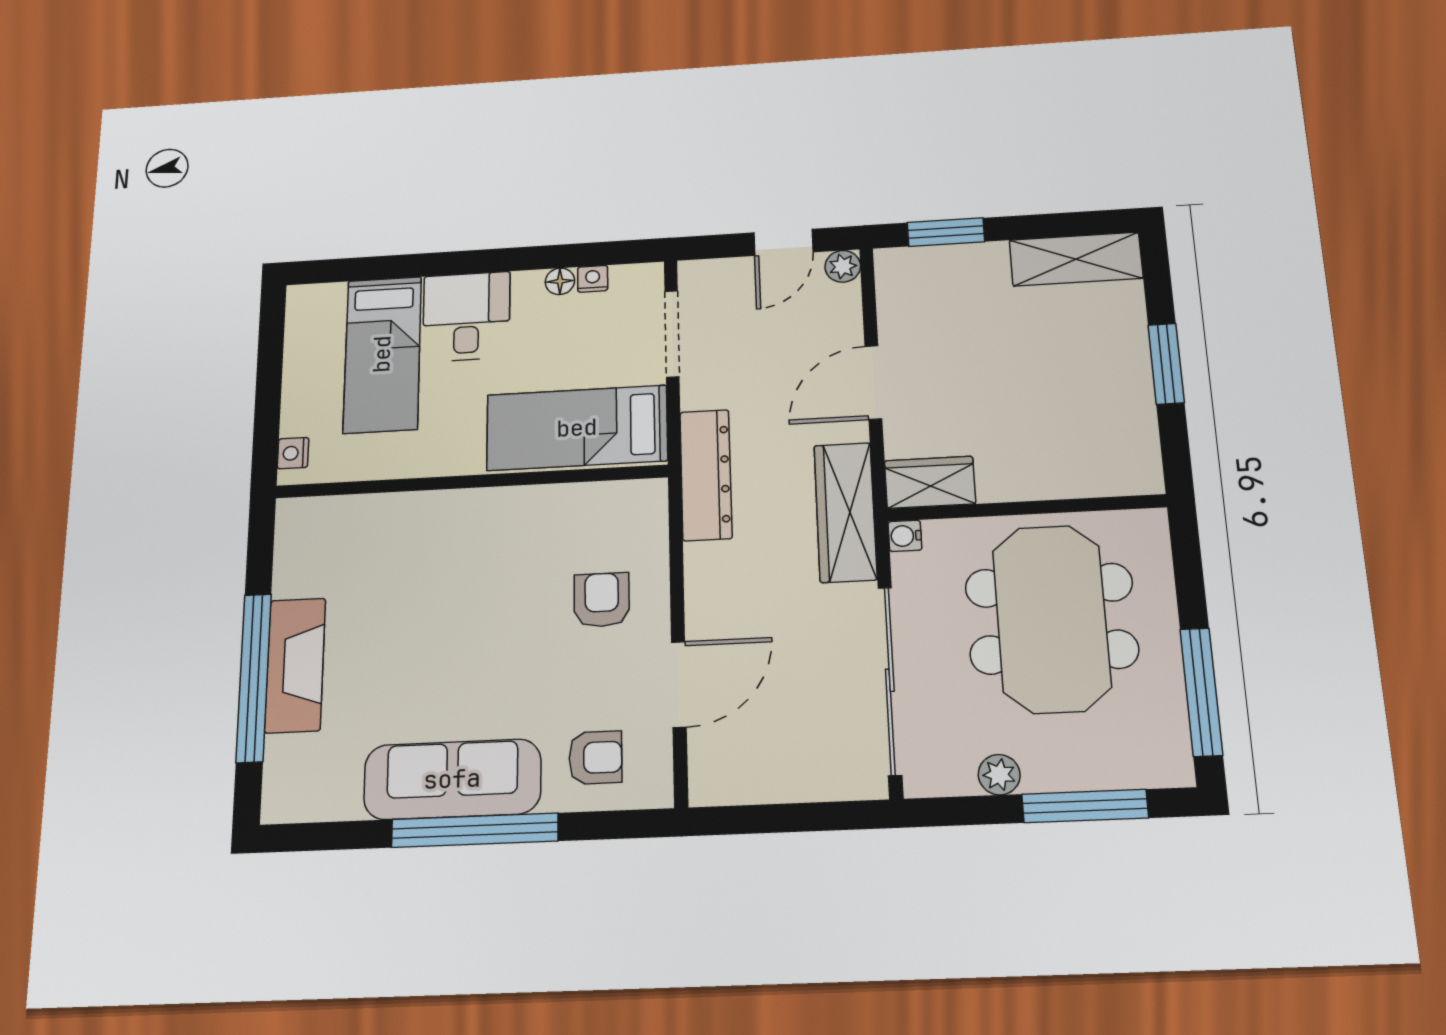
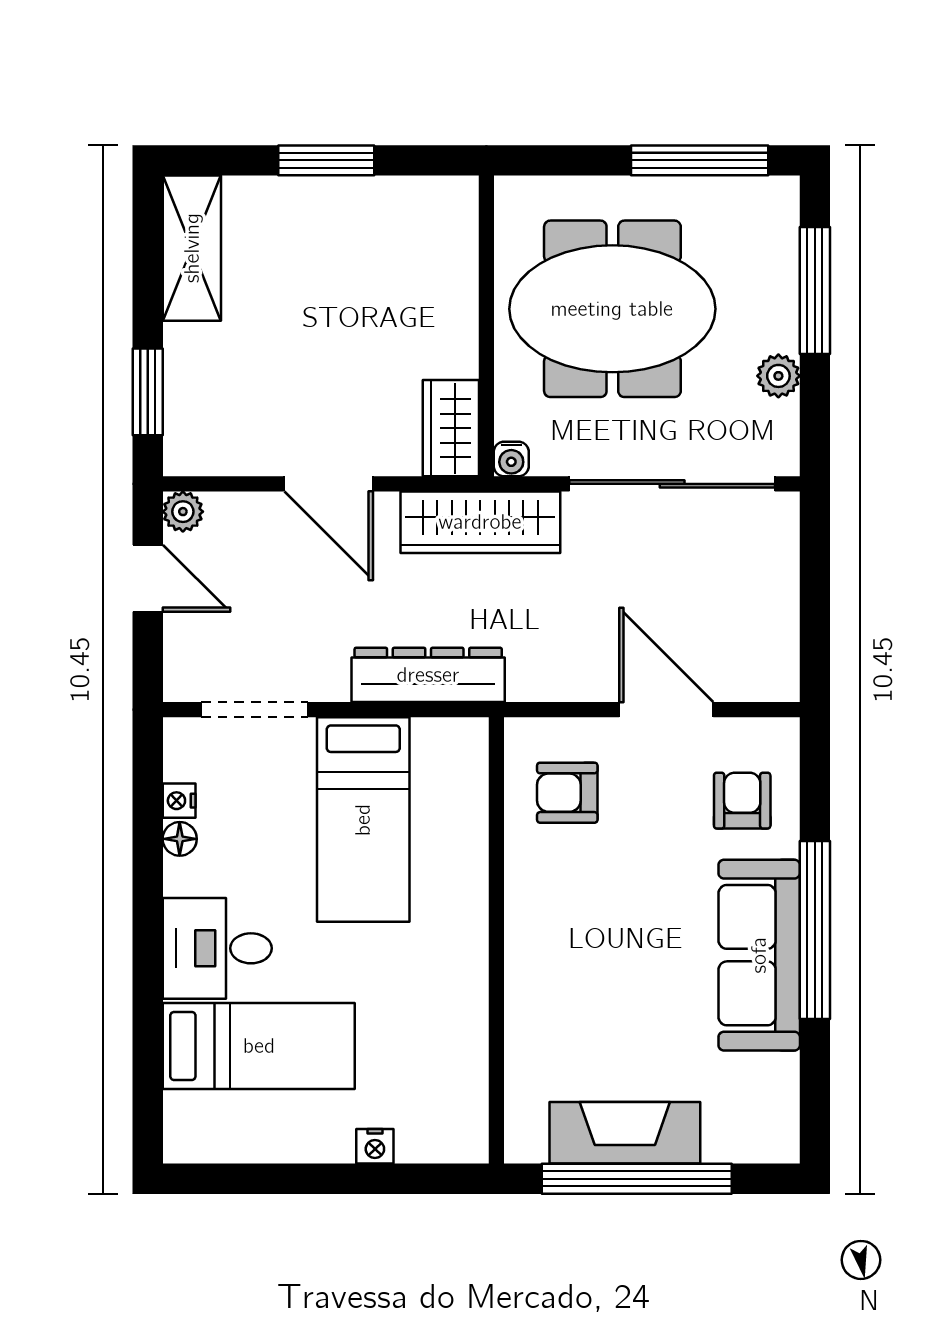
wall: (470, 482) -> (496, 940), moved

